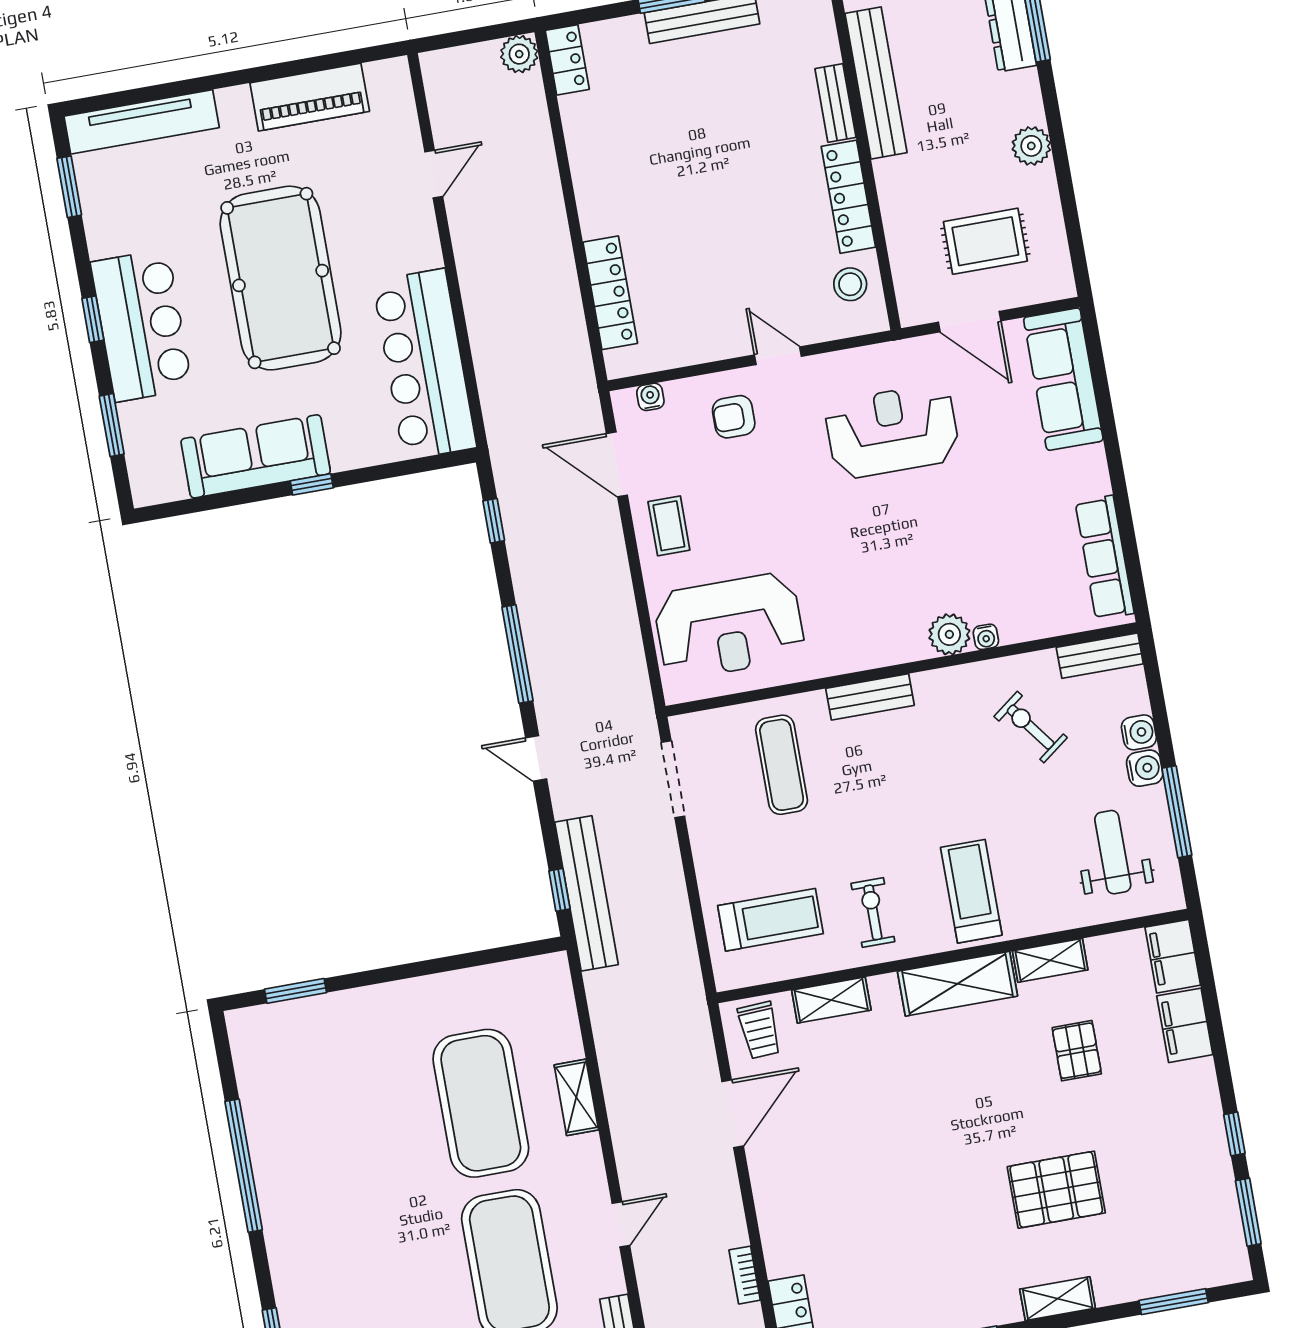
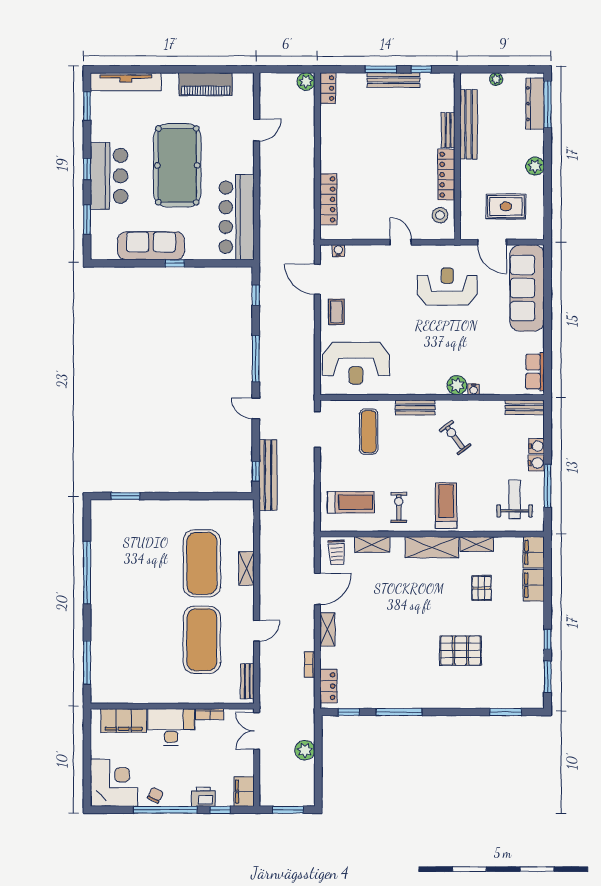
sofa: (1063, 379) -> (527, 288), width x1.36, depth x1.27
armchair: (734, 417) -> (375, 267), removed
row of seats: (1105, 558) -> (535, 372), width x0.68
exercise bike: (1031, 727) -> (455, 438), moved
shelving: (1058, 1299) -> (327, 629), moved, turned 90

